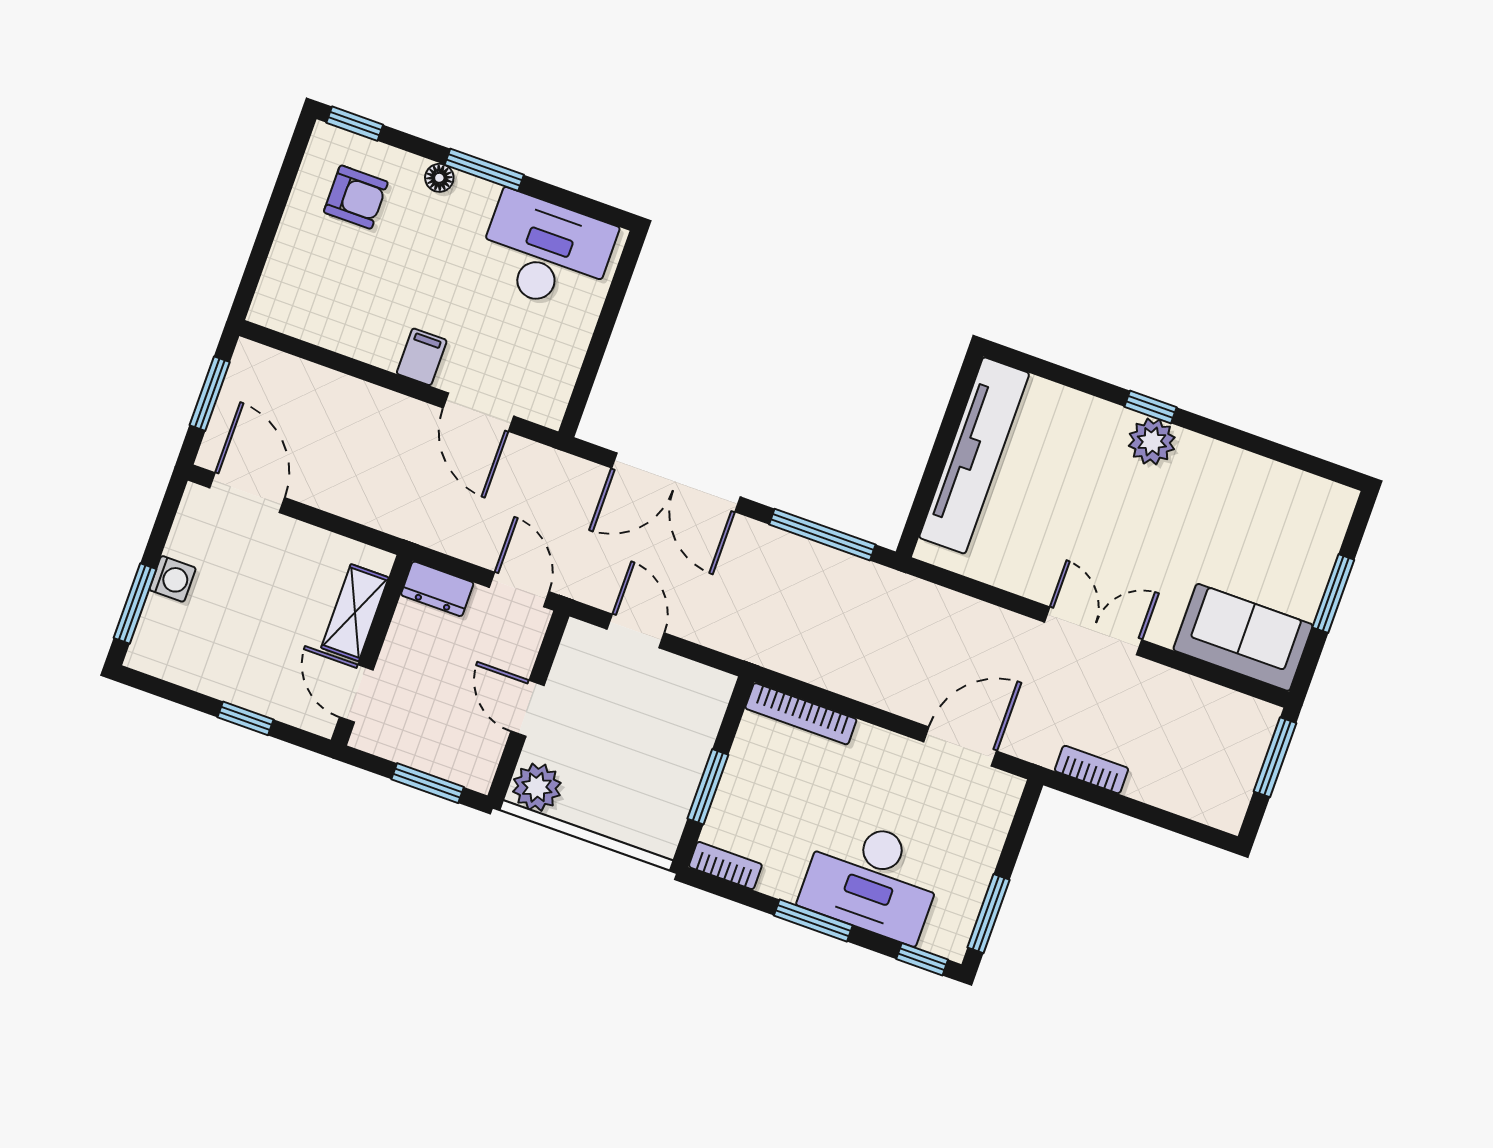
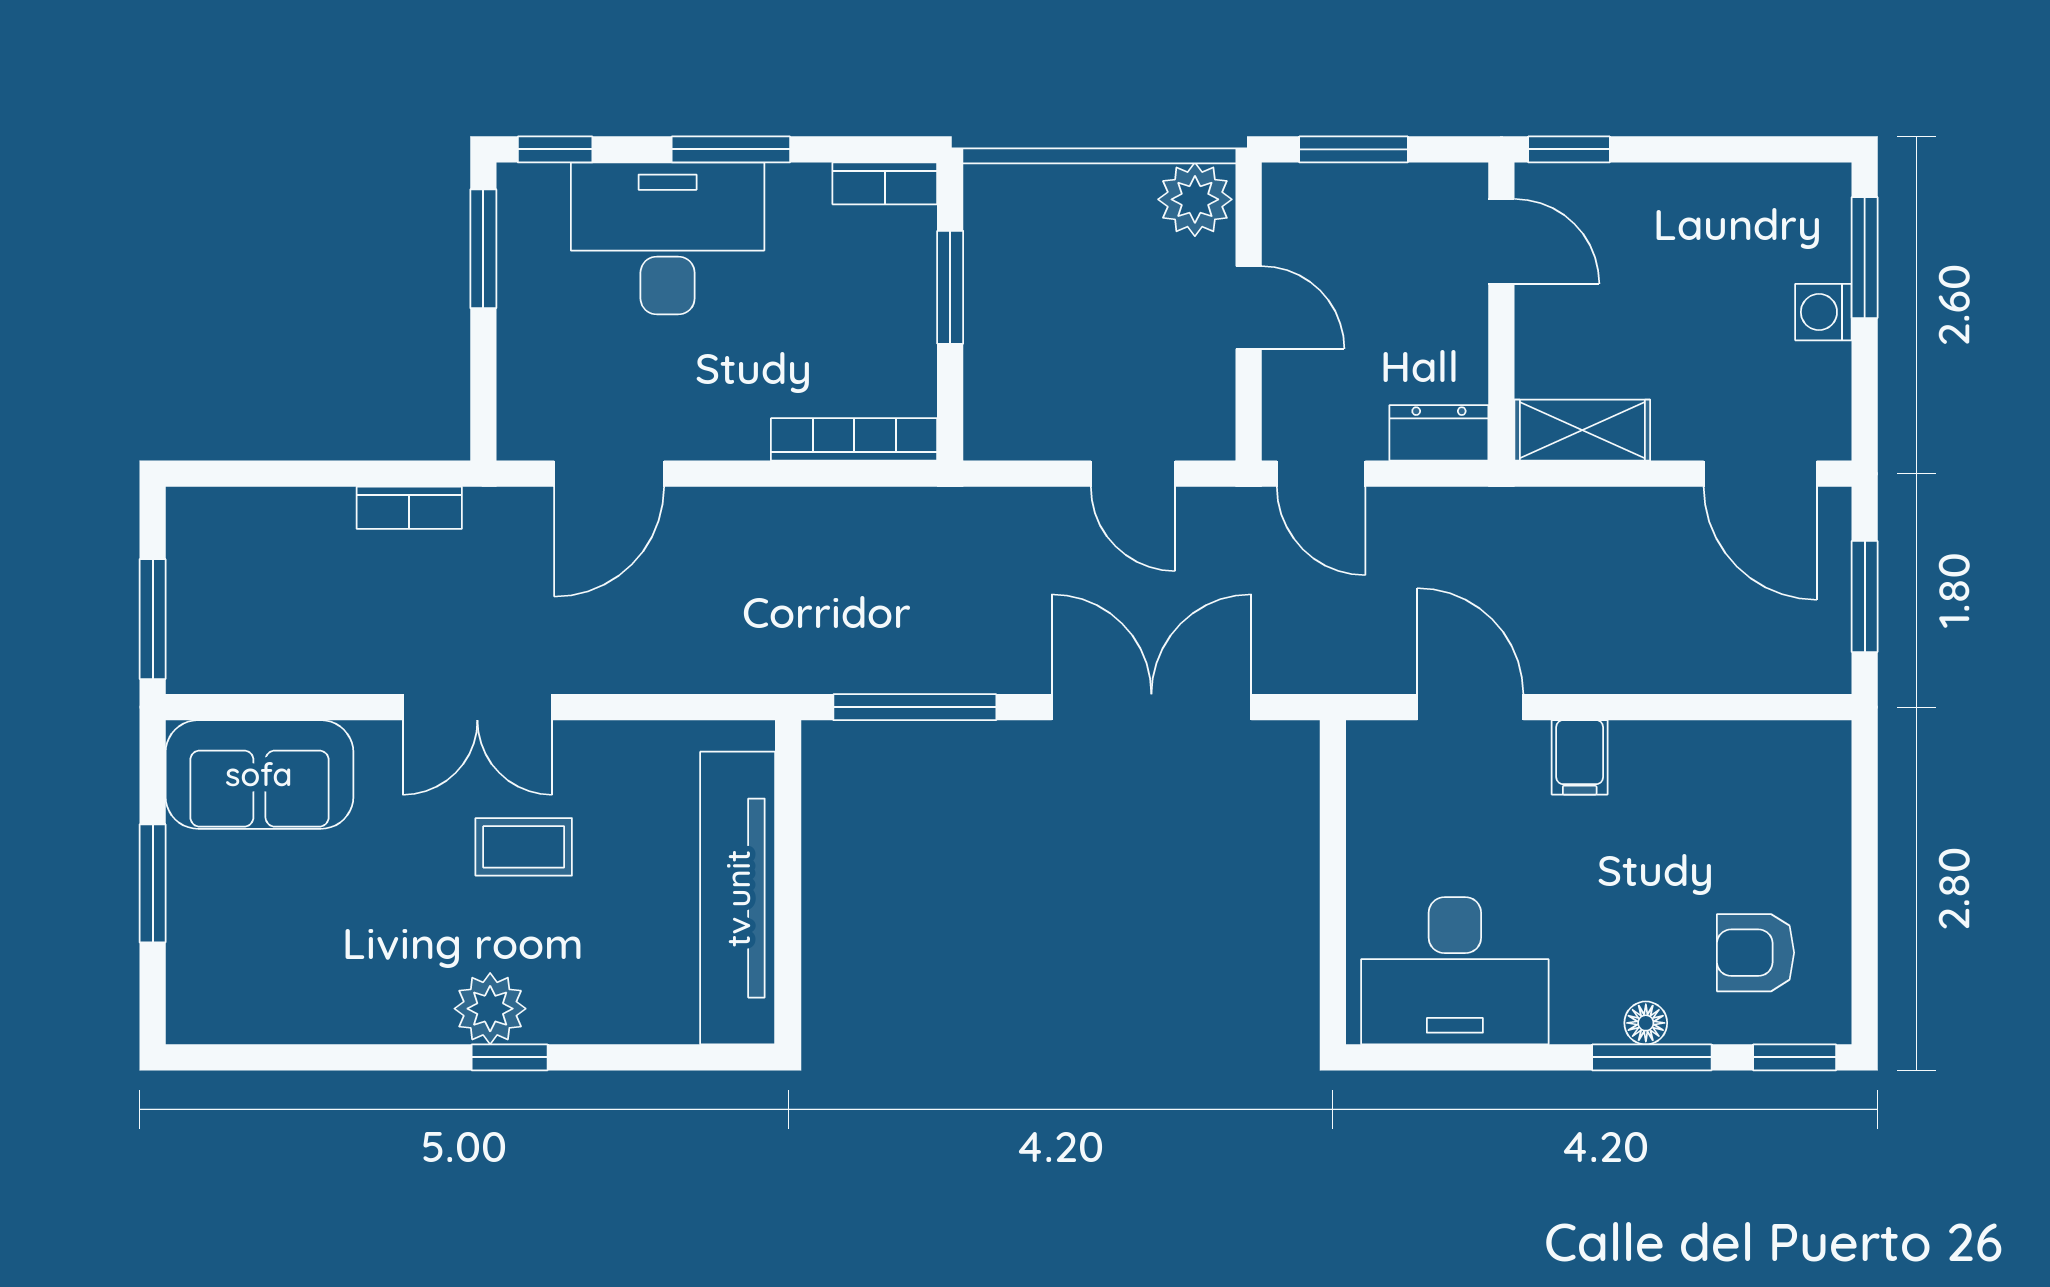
window: (484, 170) -> (1652, 1057), moved
coffee table: (1095, 534) -> (524, 847), added
shelving: (355, 613) -> (1582, 430), moved, turned 90
window: (245, 718) -> (1569, 149), moved

